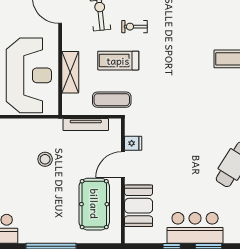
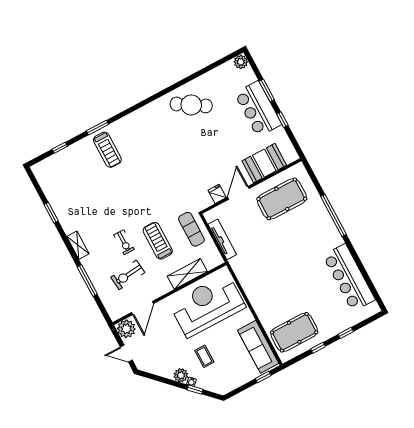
treadmill: (118, 61) -> (158, 241), turned 180
stool: (45, 159) -> (267, 257), removed
door: (123, 165) -> (238, 193), swing flipped

